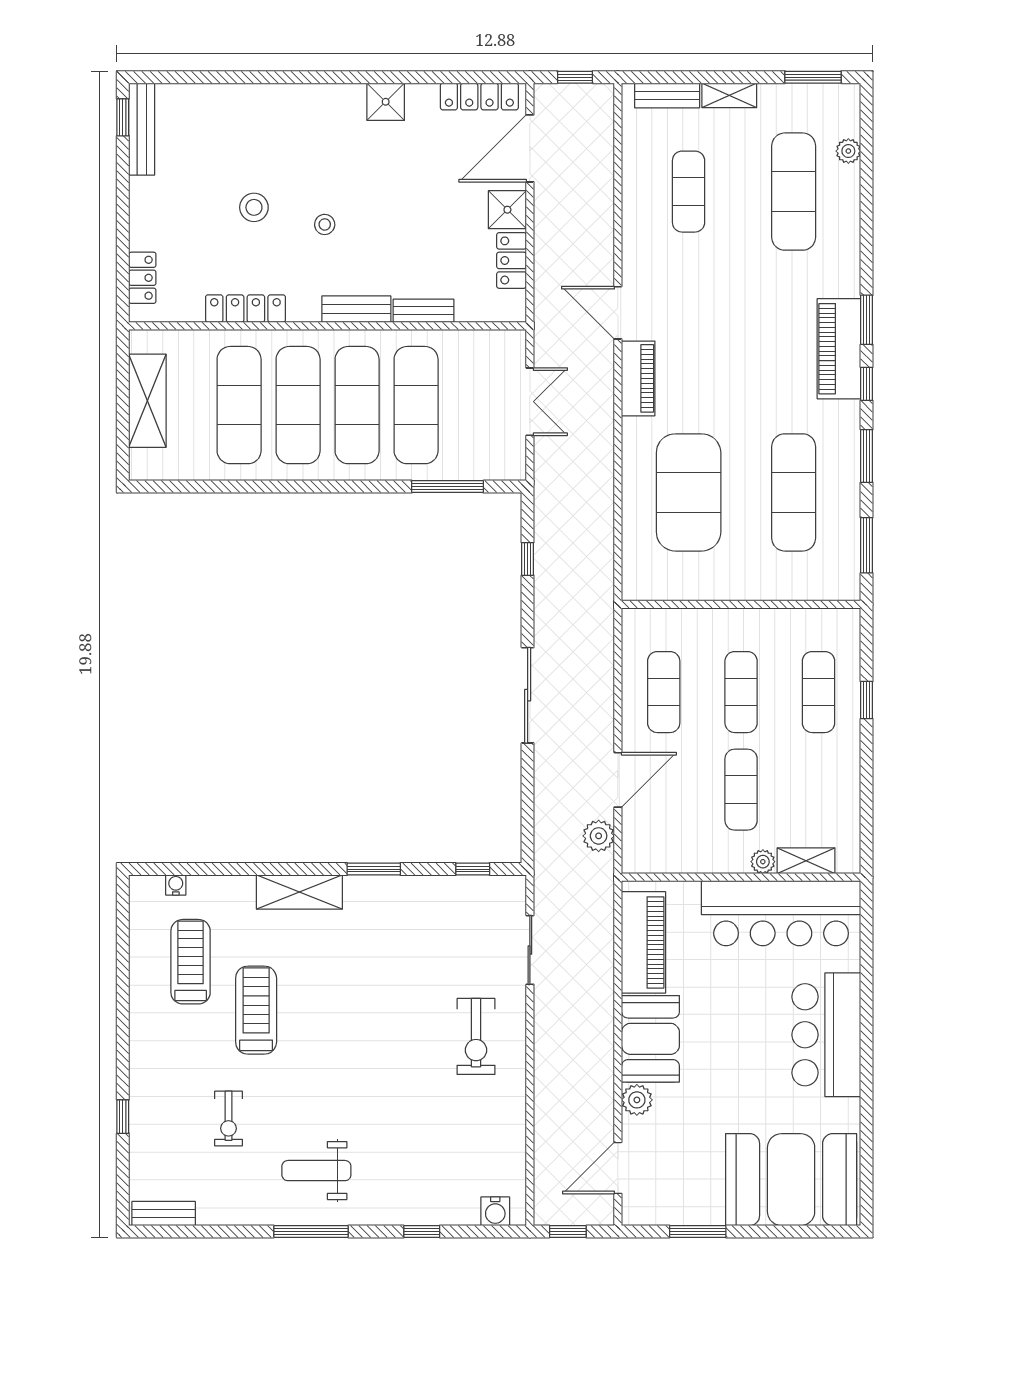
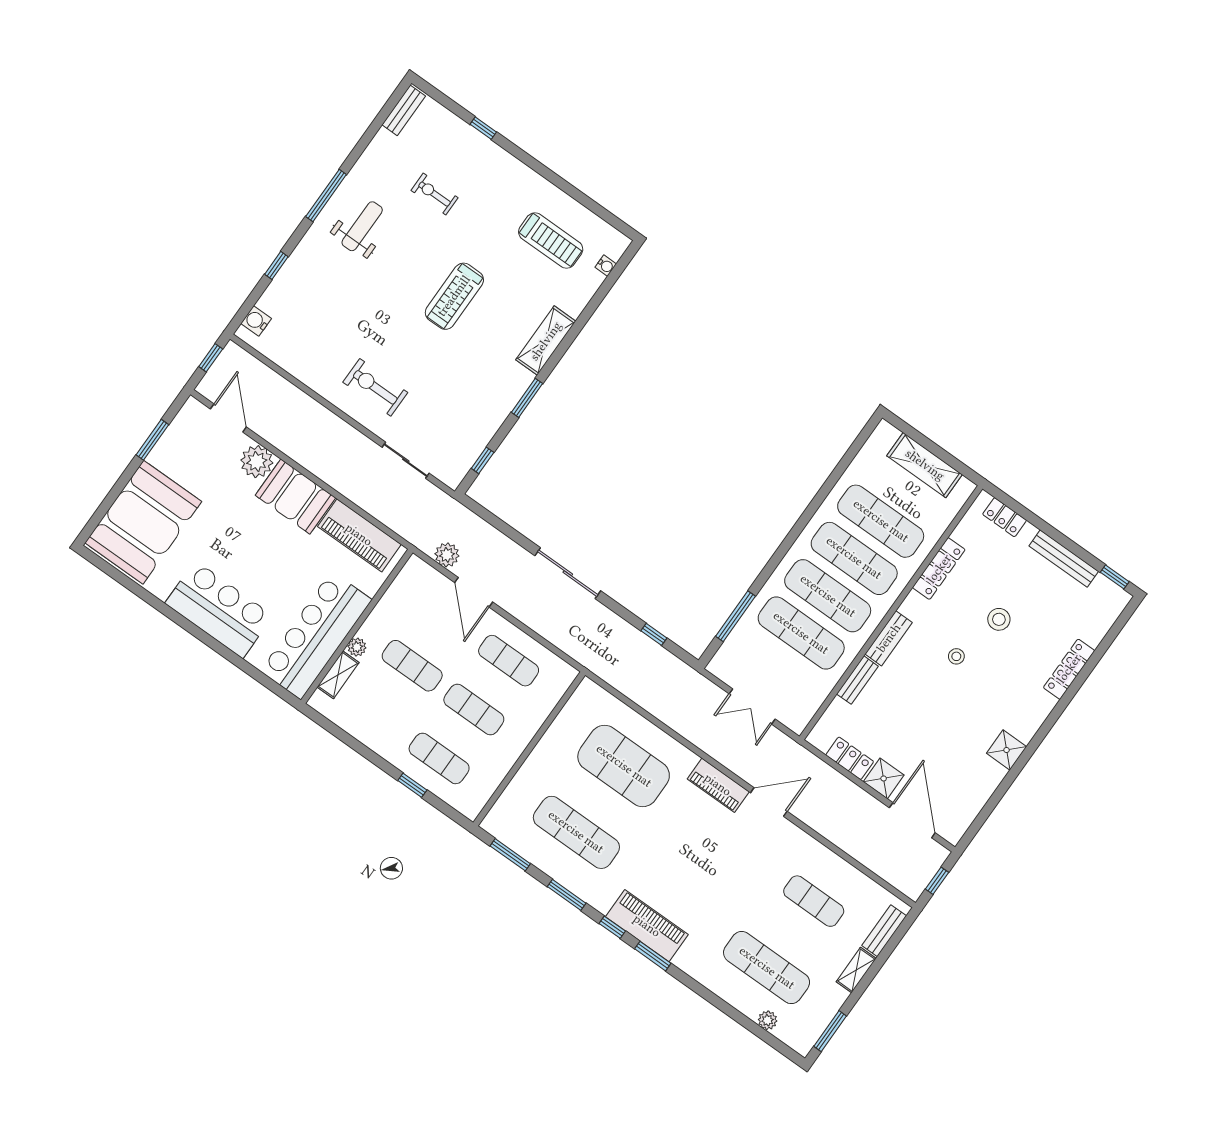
locker: (479, 96) -> (1069, 669), moved
bench: (142, 129) -> (1064, 559), moved
treadmill: (256, 1010) -> (454, 296), moved, turned 90
plant: (637, 1100) -> (257, 462), width x1.36, depth x1.36

